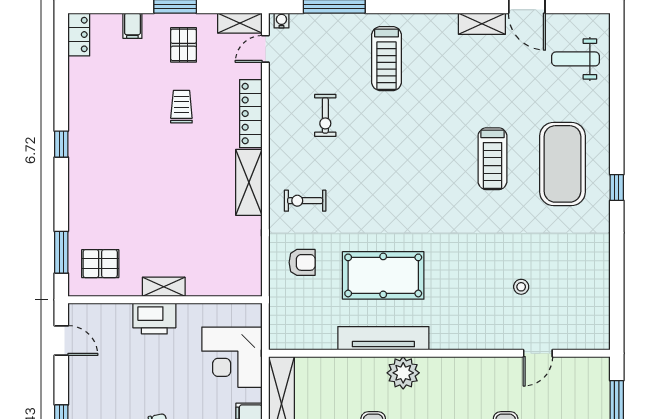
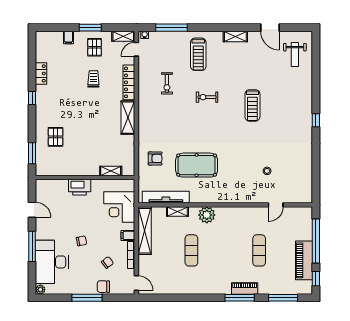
shelving: (482, 24) -> (235, 36), moved
locker: (79, 35) -> (41, 73), moved
weight bench: (576, 59) -> (295, 54), turned -90
exercise mat: (562, 164) -> (288, 108), removed
exercise bike: (305, 201) -> (207, 97), moved
pallet: (100, 264) -> (56, 137), moved, turned 90
shelving: (164, 287) -> (111, 171), moved
tv unit: (383, 338) -> (166, 197), moved
door: (61, 341) -> (32, 210), moved
shelving: (346, 366) -> (177, 211), added

